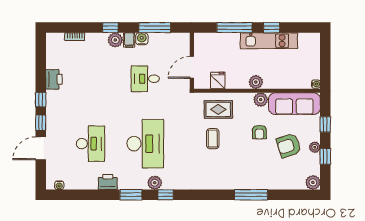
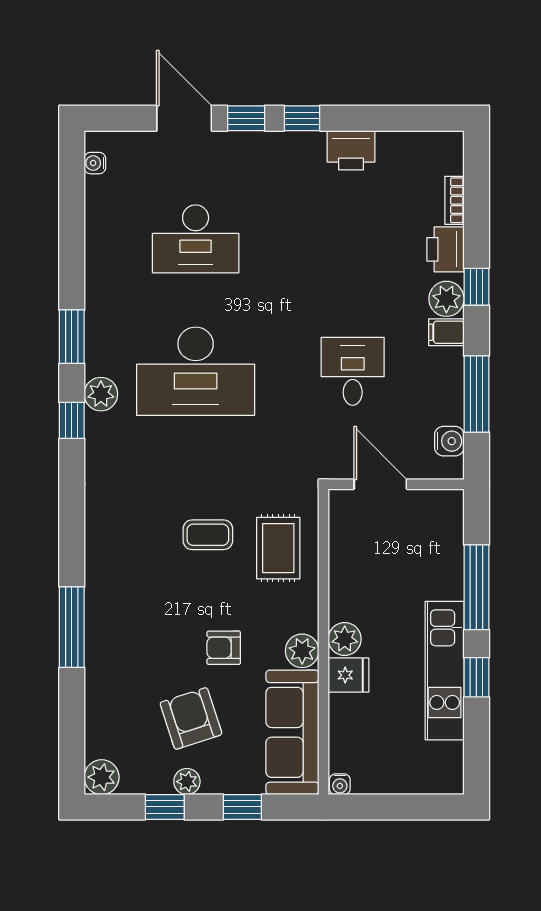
water cooler: (142, 39) -> (449, 441), moved
fridge: (218, 80) -> (349, 675), moved
printer: (108, 182) -> (445, 249), moved, turned 180

